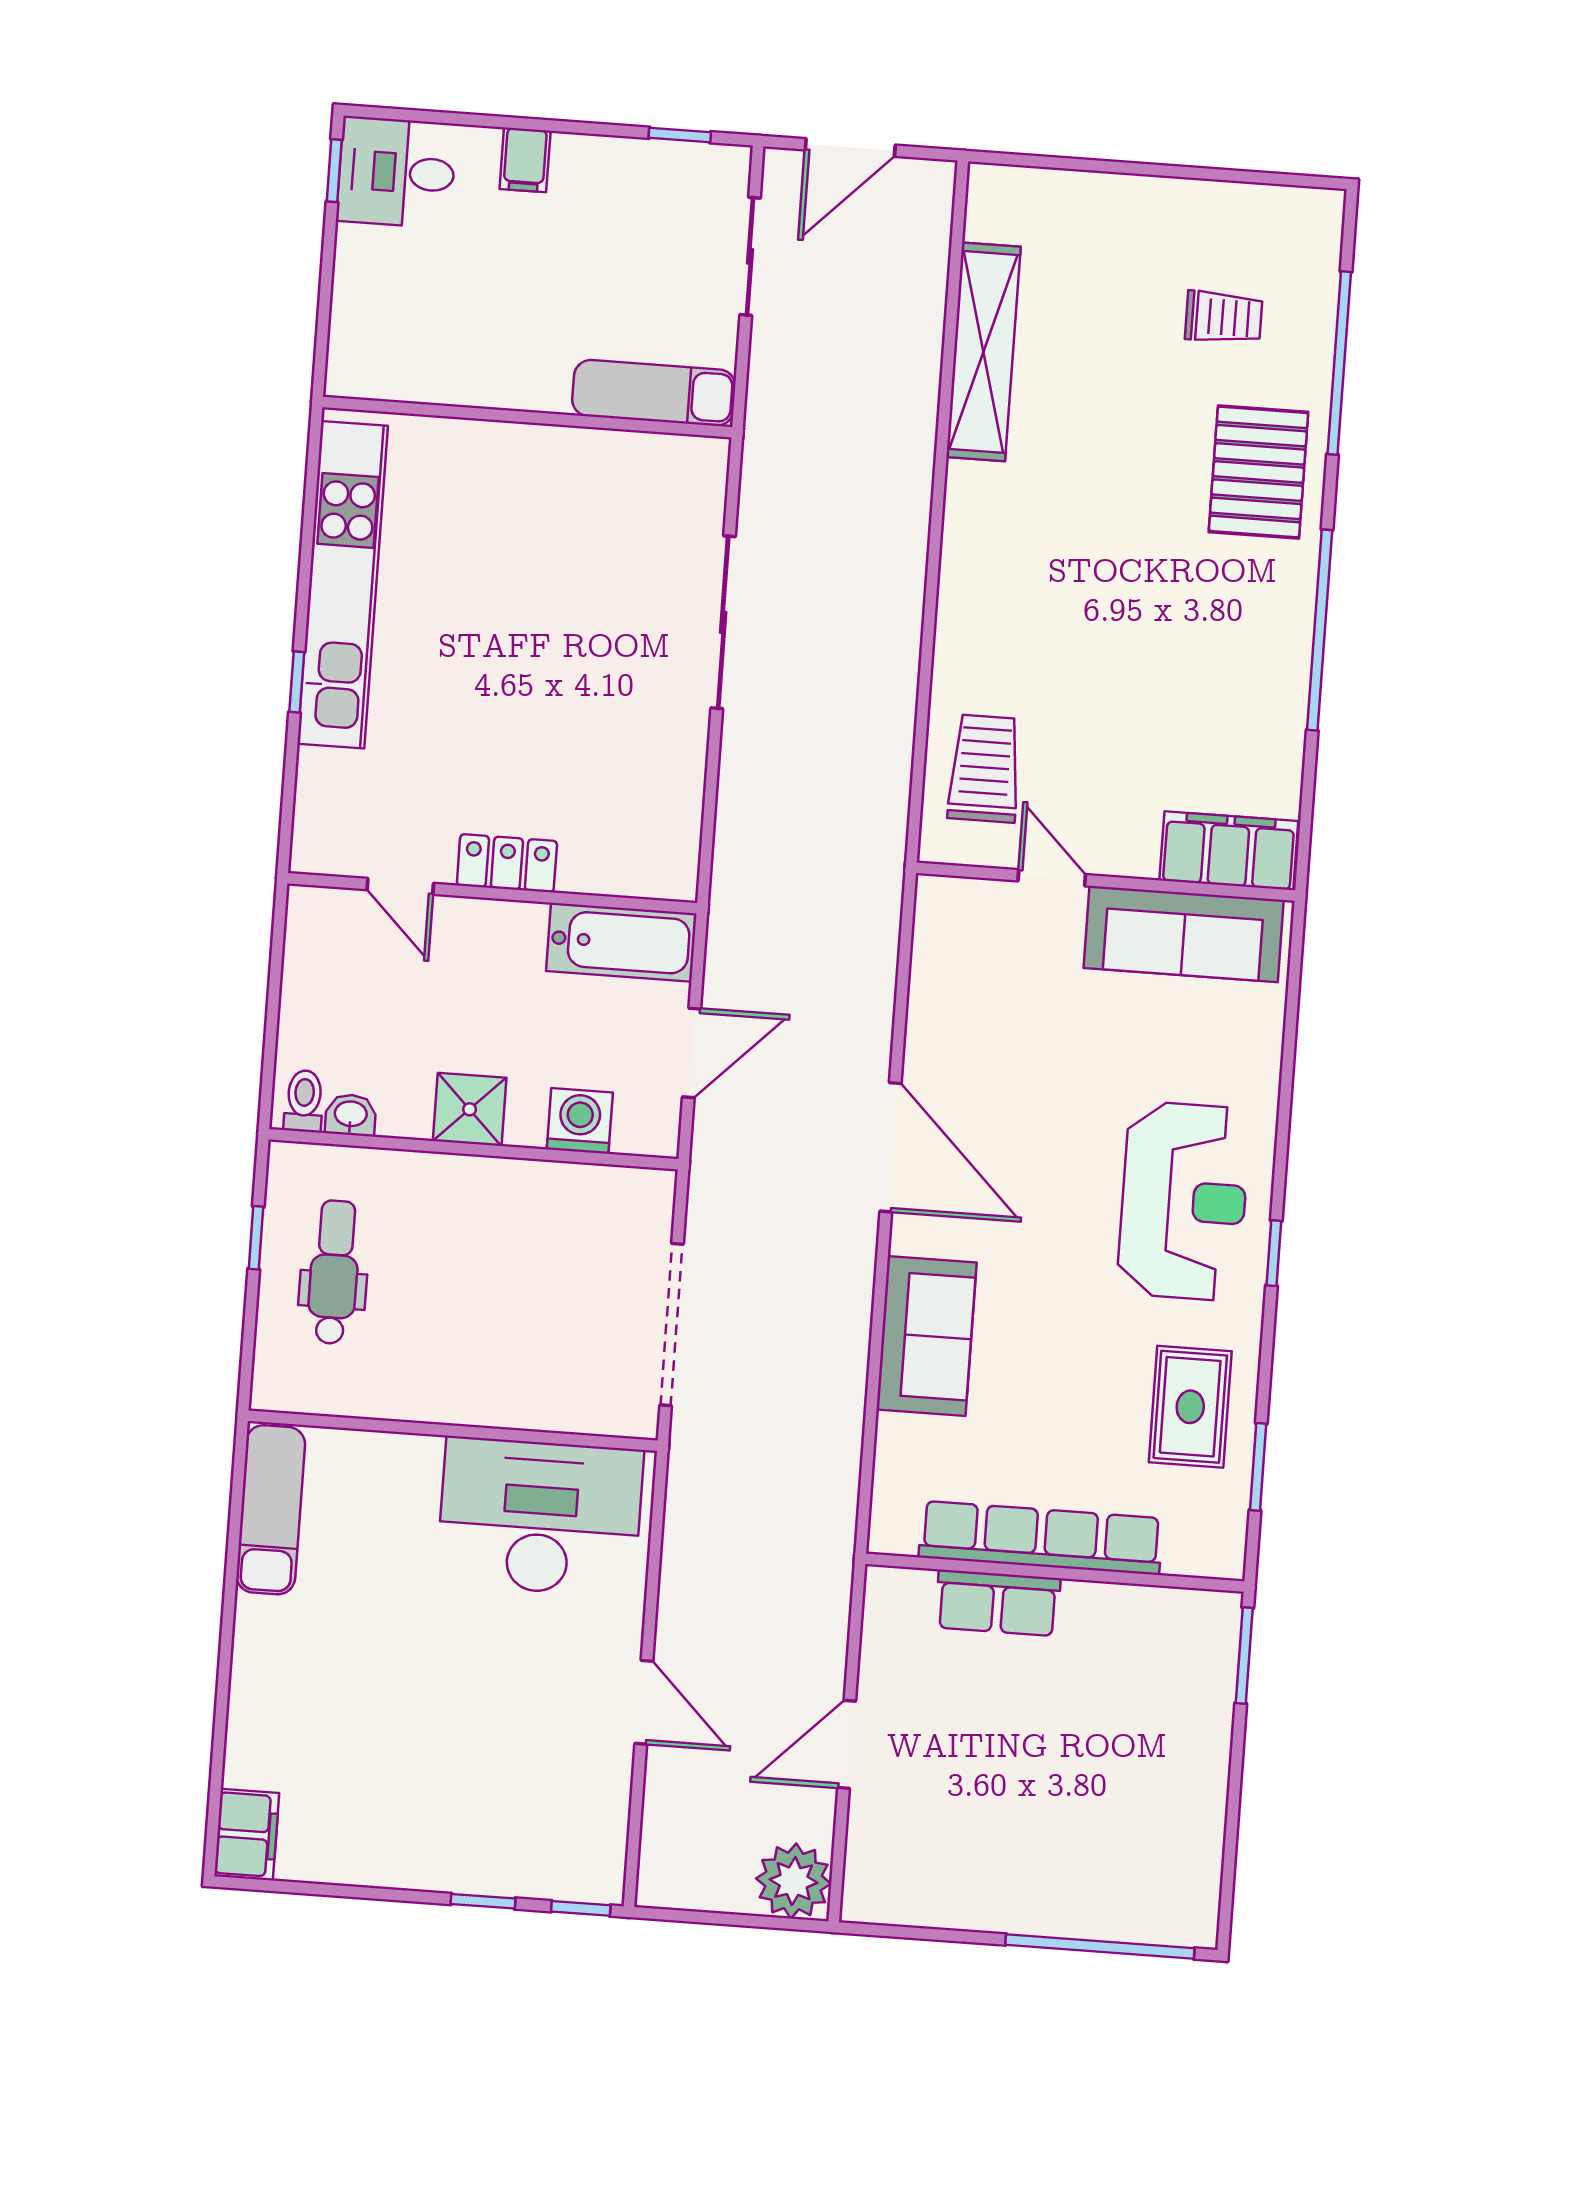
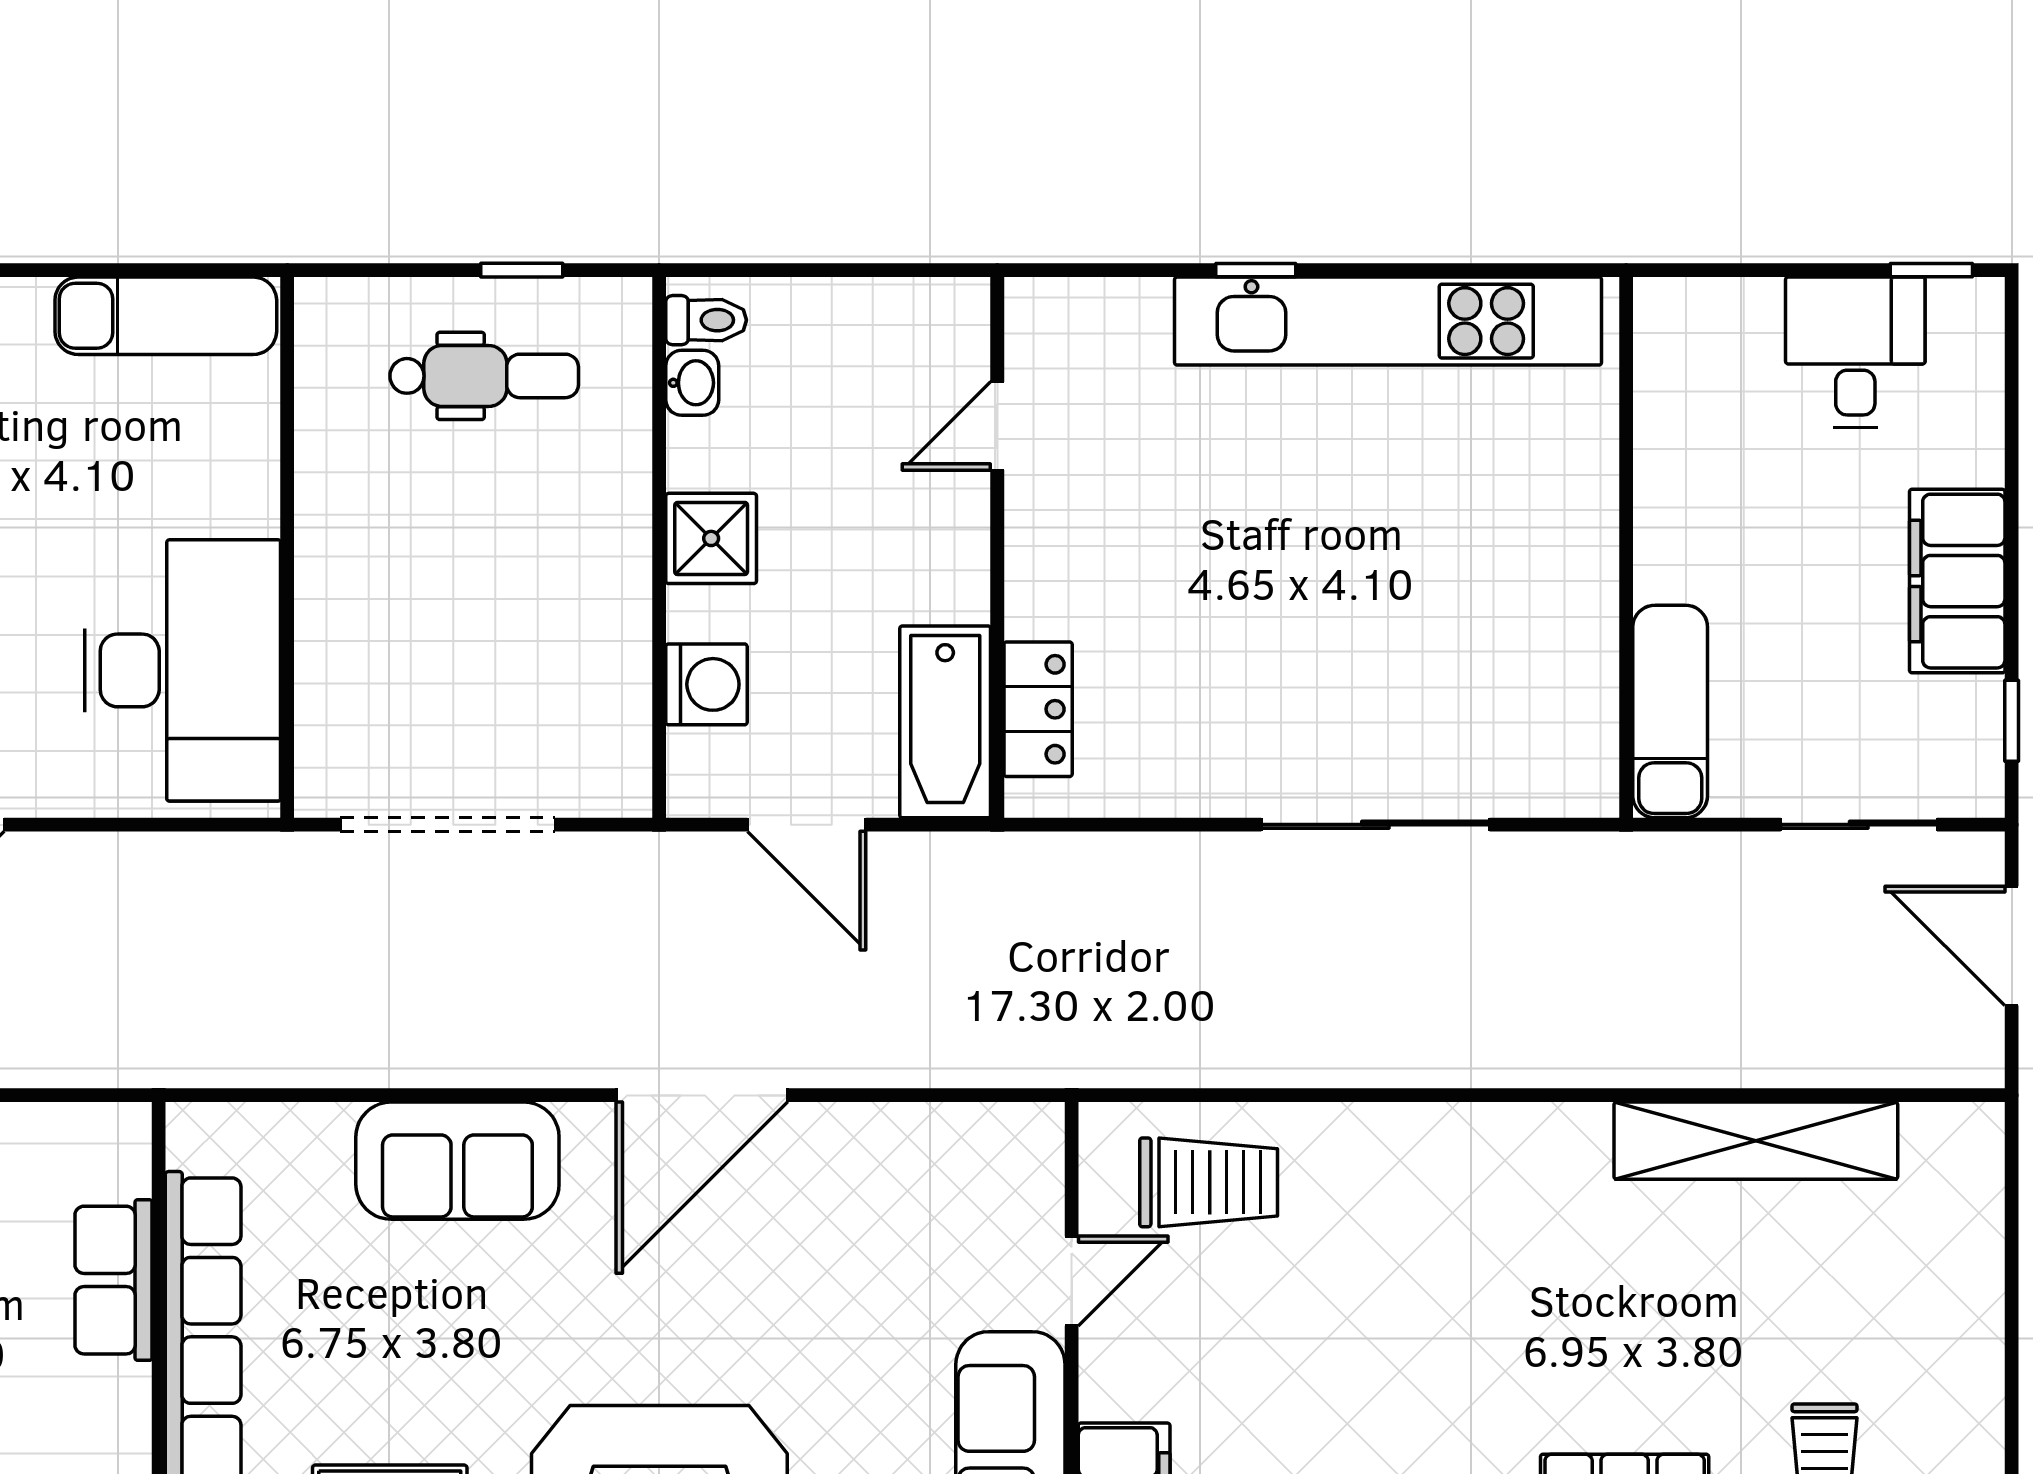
filing cabinet: (525, 160) -> (1957, 581), width x3.00, depth x1.17
desk: (396, 172) -> (1855, 352), moved
locker: (507, 863) -> (1038, 709), moved

